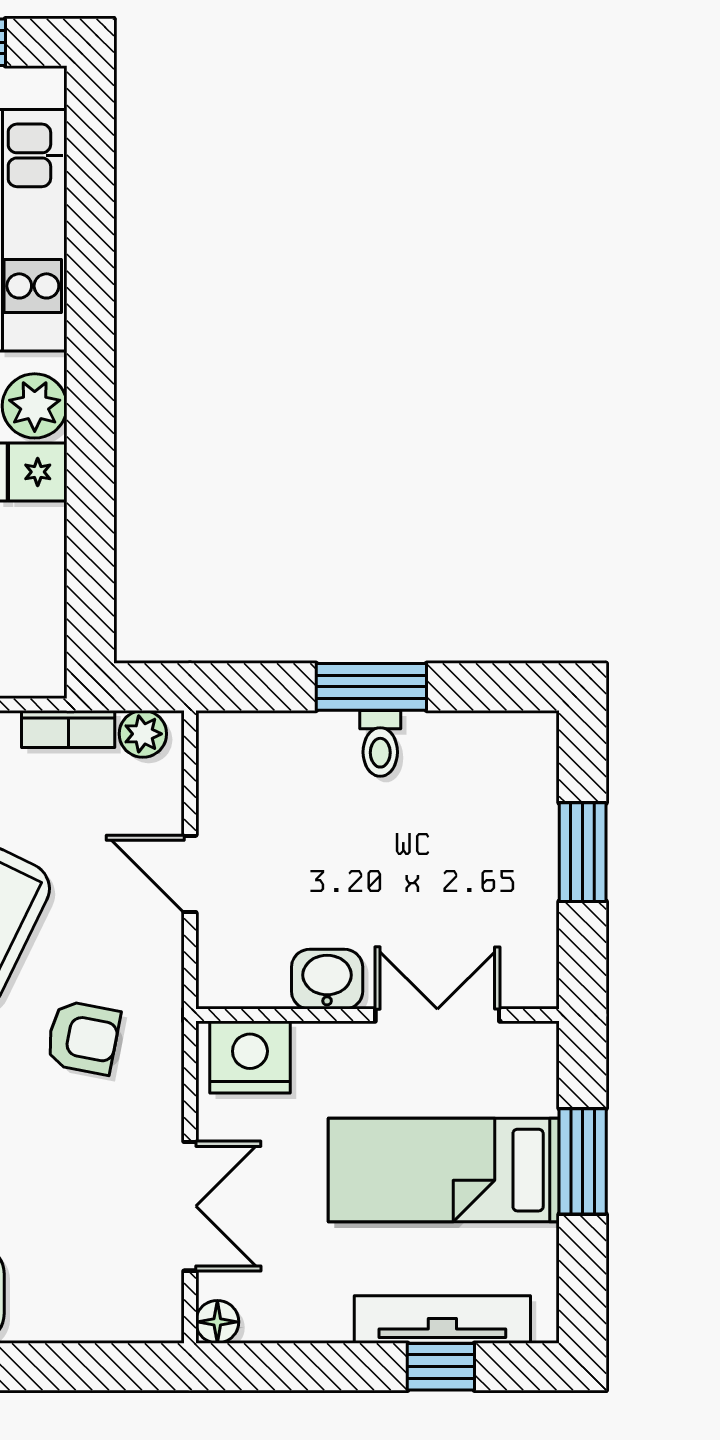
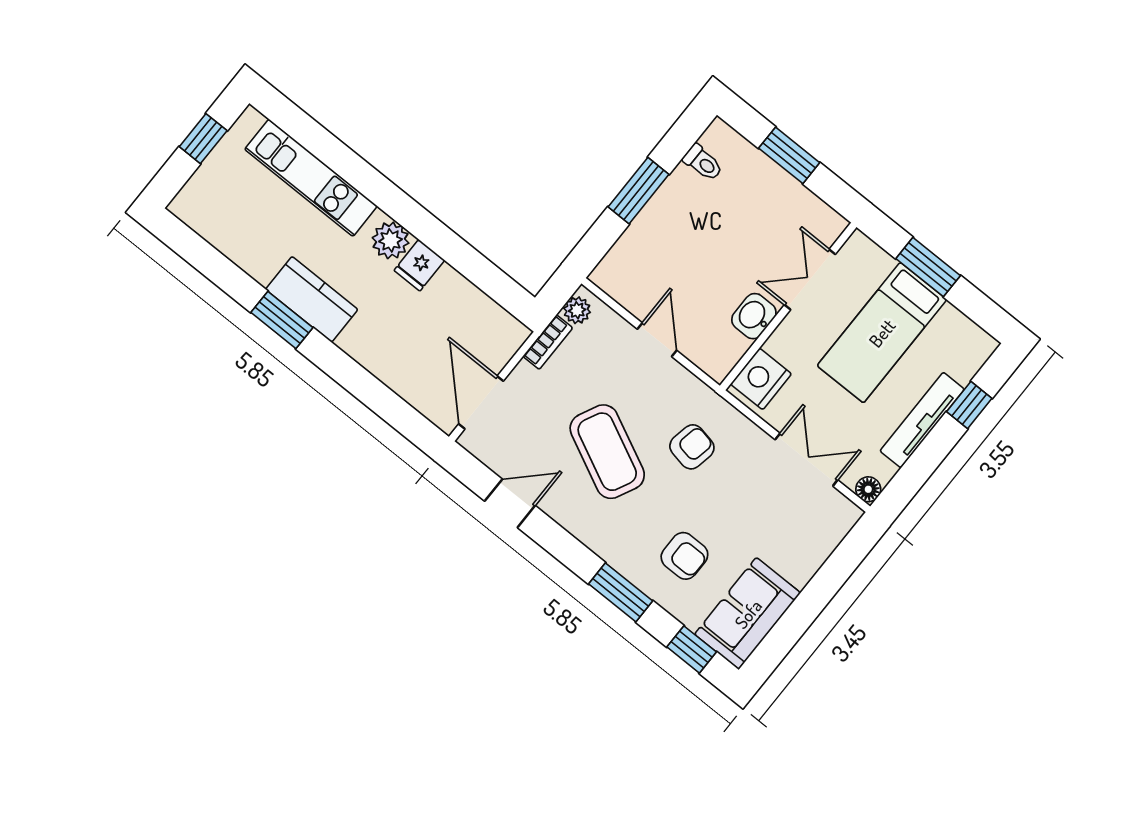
toilet: (380, 743) -> (703, 163), moved
door: (190, 874) -> (657, 340), swing flipped
tv unit: (442, 1319) -> (922, 420), moved

